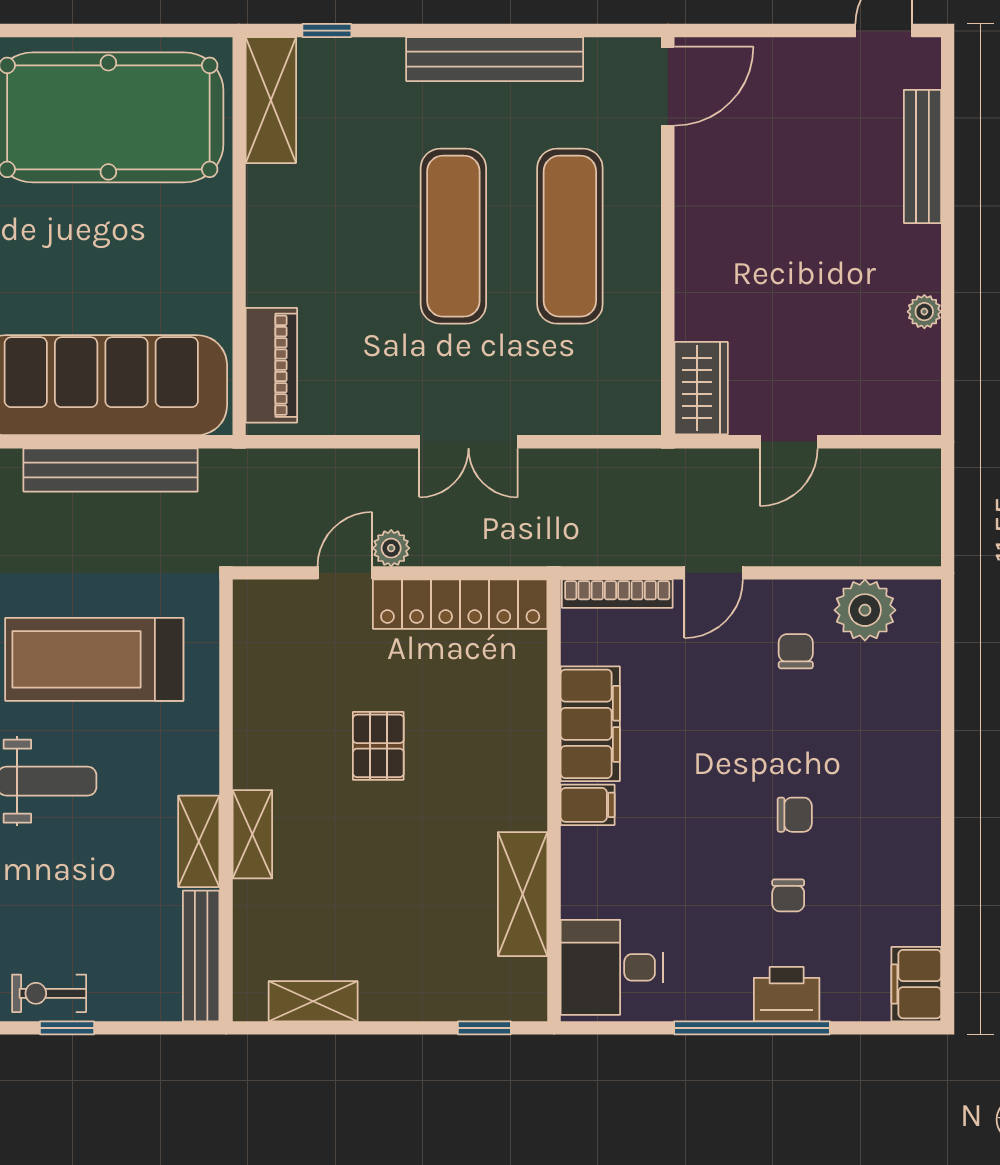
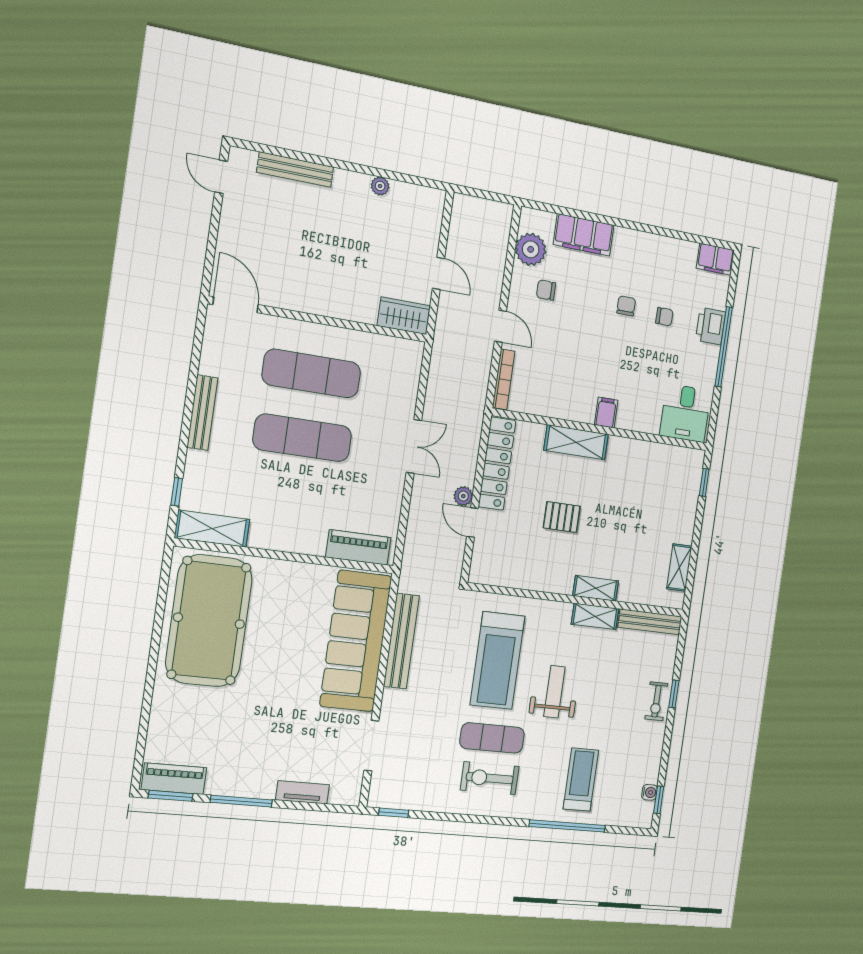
bench: (495, 59) -> (202, 413), width x0.73, depth x0.82
filing cabinet: (590, 724) -> (584, 235), moved, turned 180
shelving: (523, 894) -> (576, 442), moved

